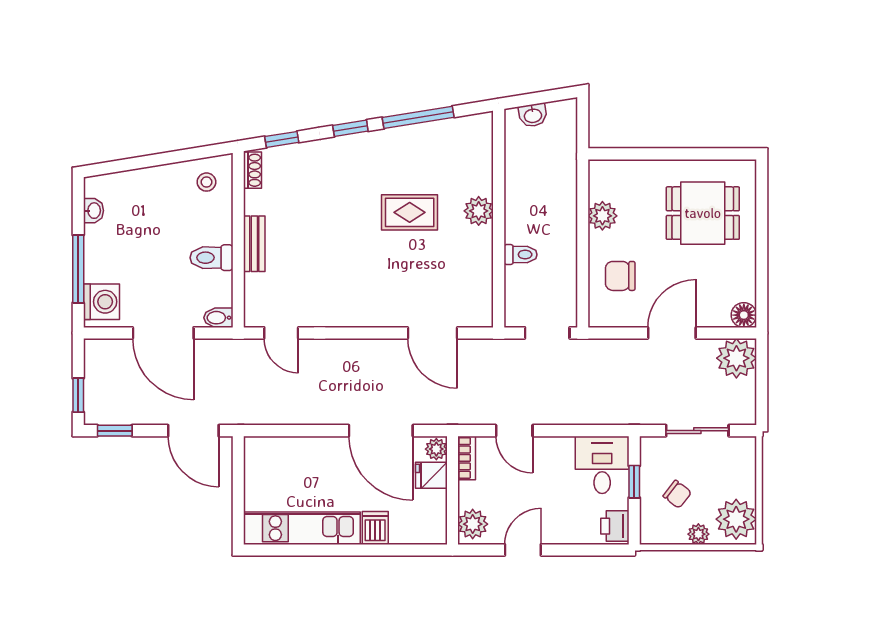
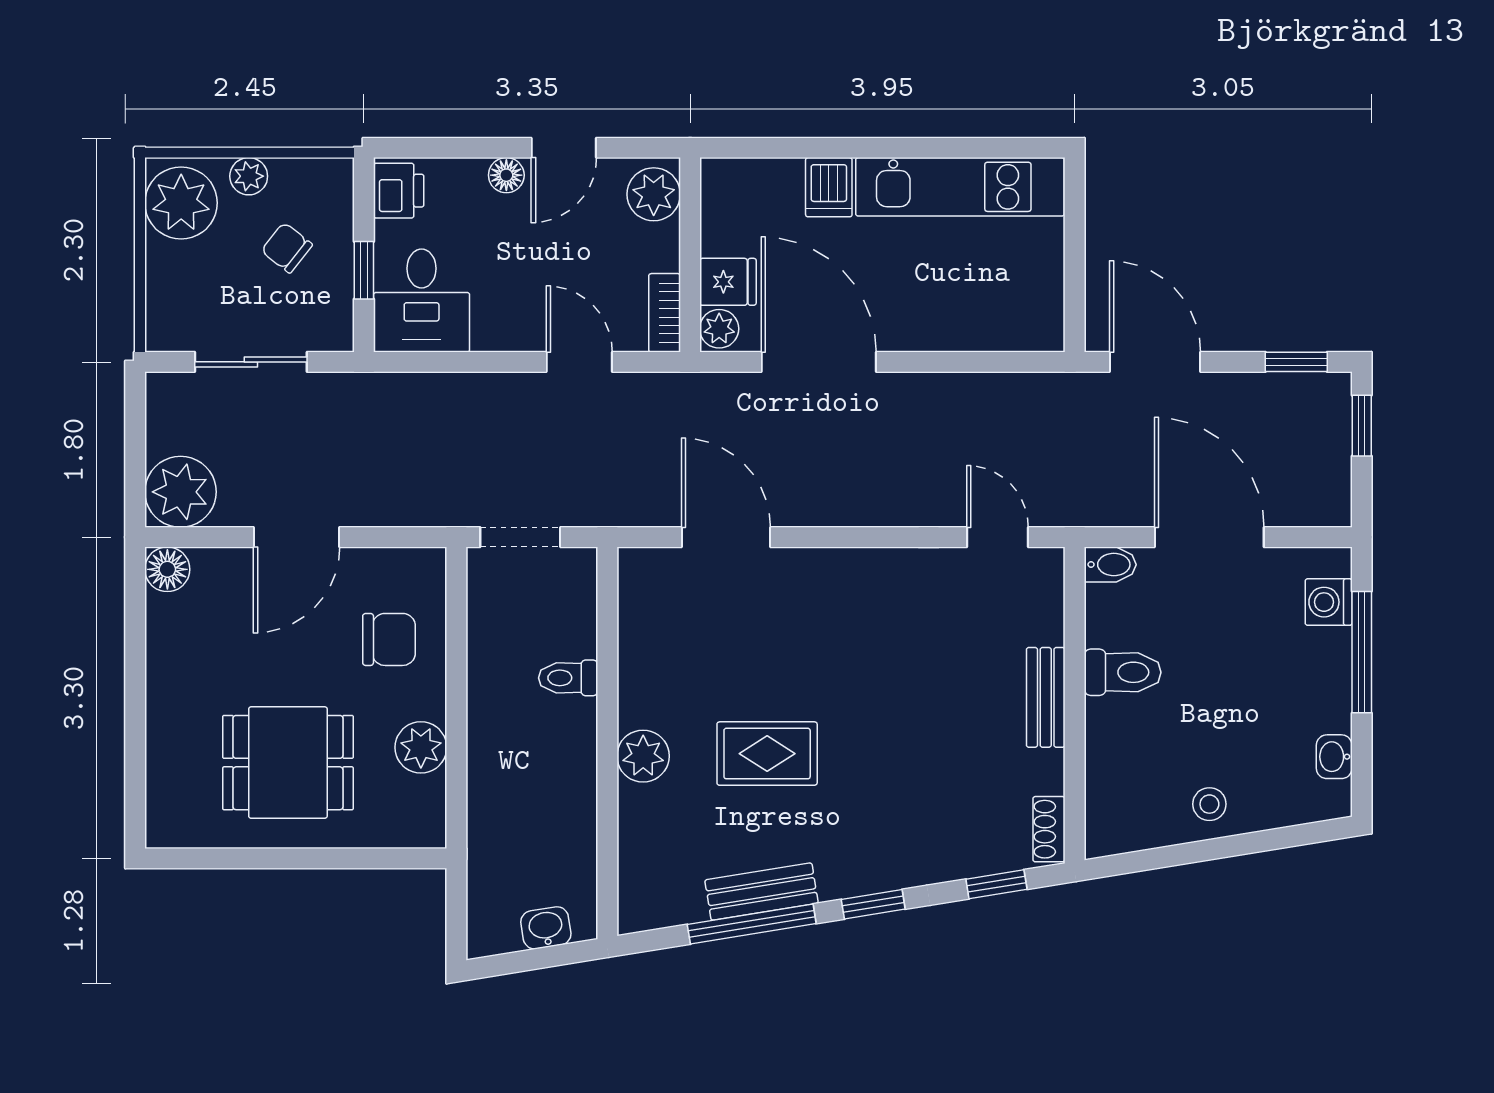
bench: (413, 135) -> (761, 892), added
stool: (206, 182) -> (1209, 804), moved
dining table: (703, 213) -> (288, 763), moved
washing machine: (102, 302) -> (1329, 602), width x0.73, depth x0.73
floor lamp: (555, 535) -> (506, 175), added

